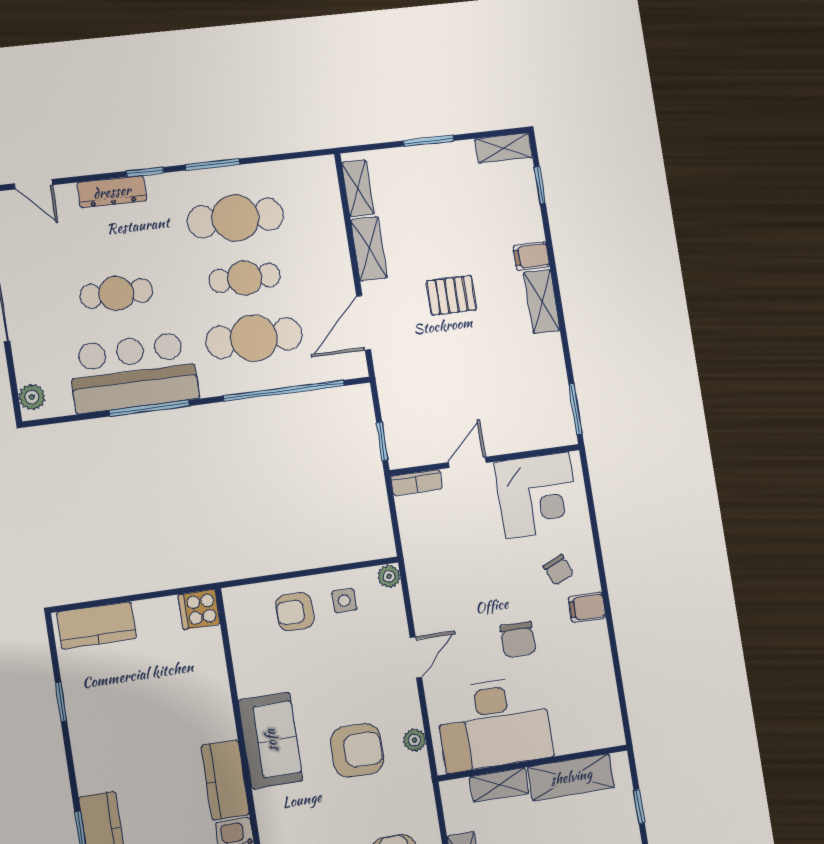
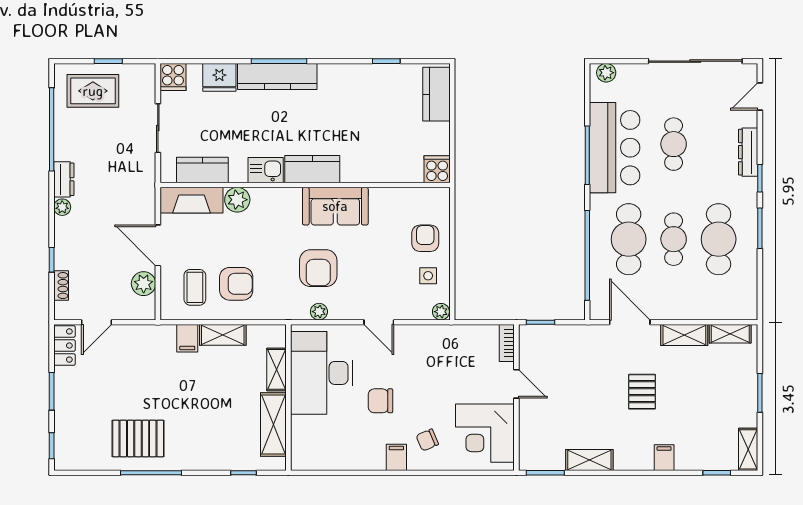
shelving: (542, 302) -> (589, 460), moved

